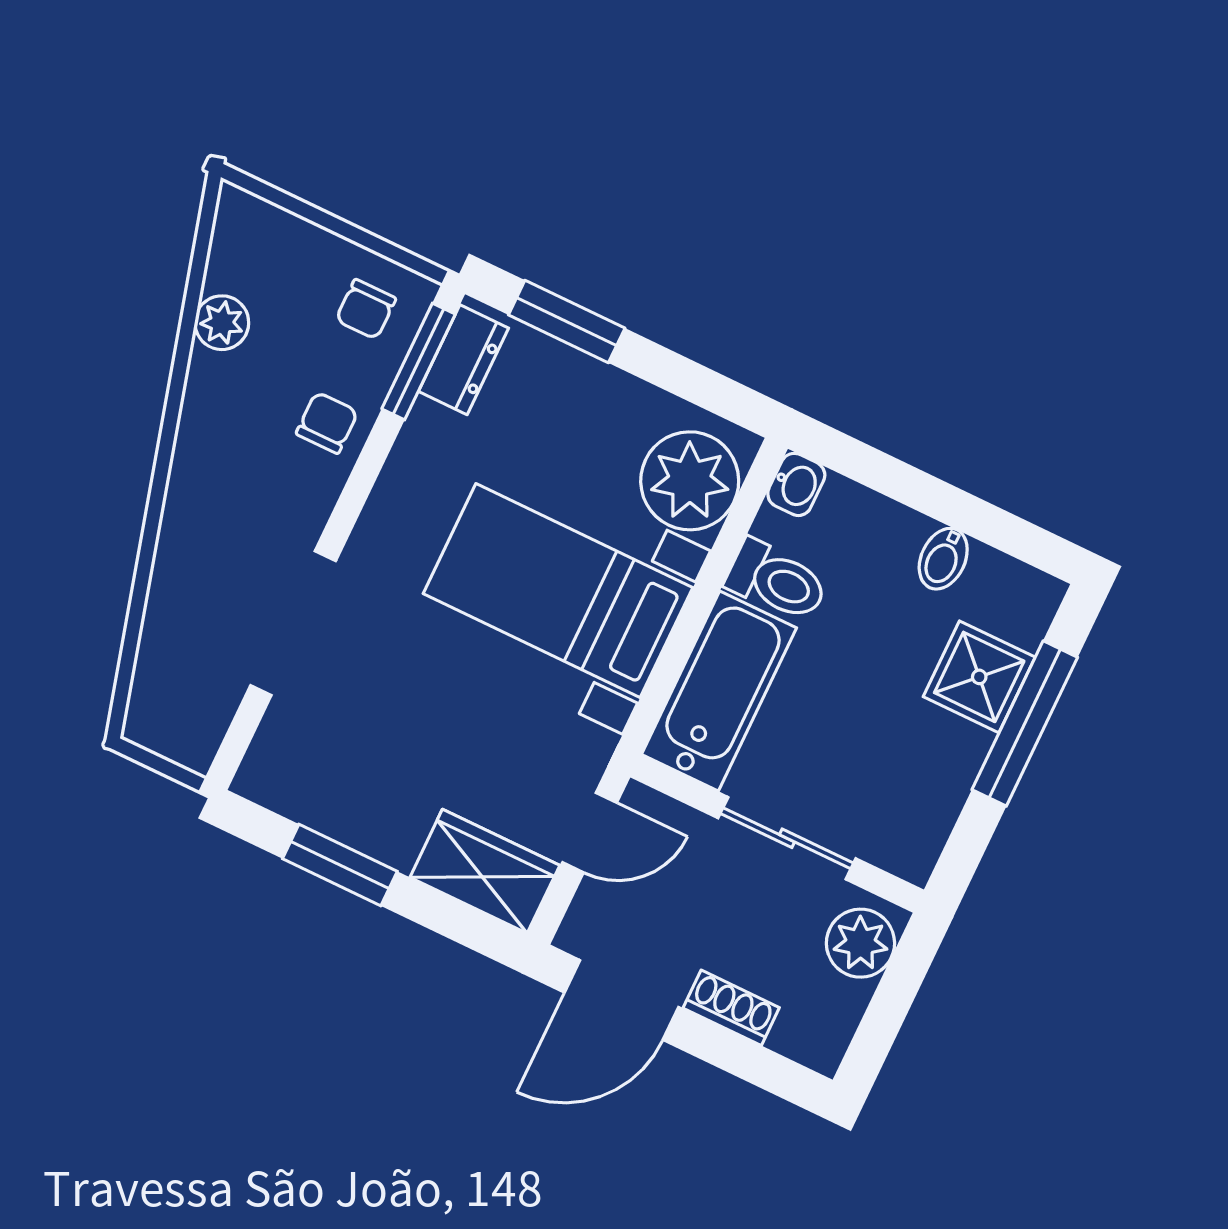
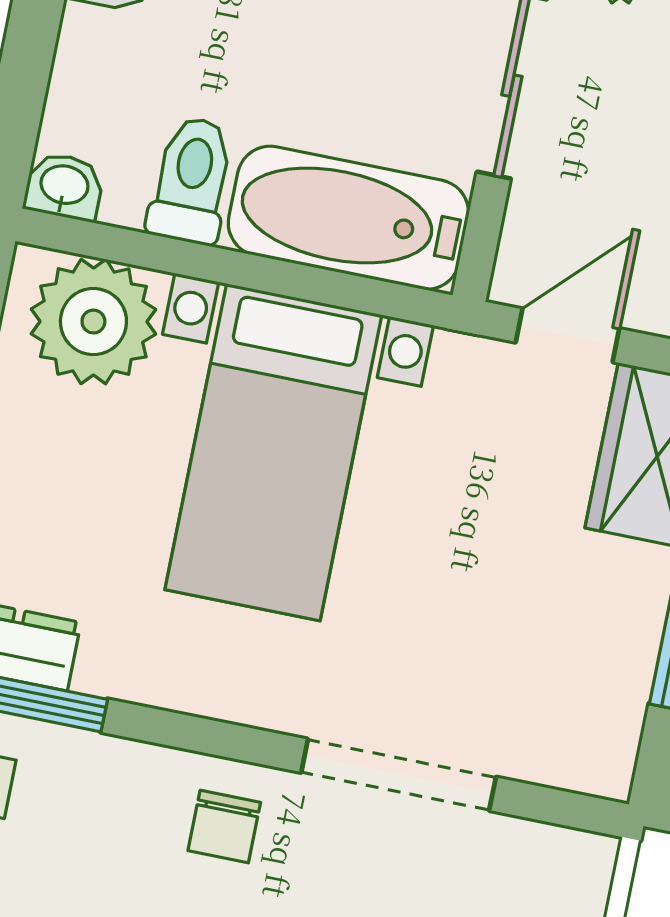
chair: (327, 423) -> (224, 827), moved, turned -90
door: (590, 833) -> (568, 335), hinge flipped

